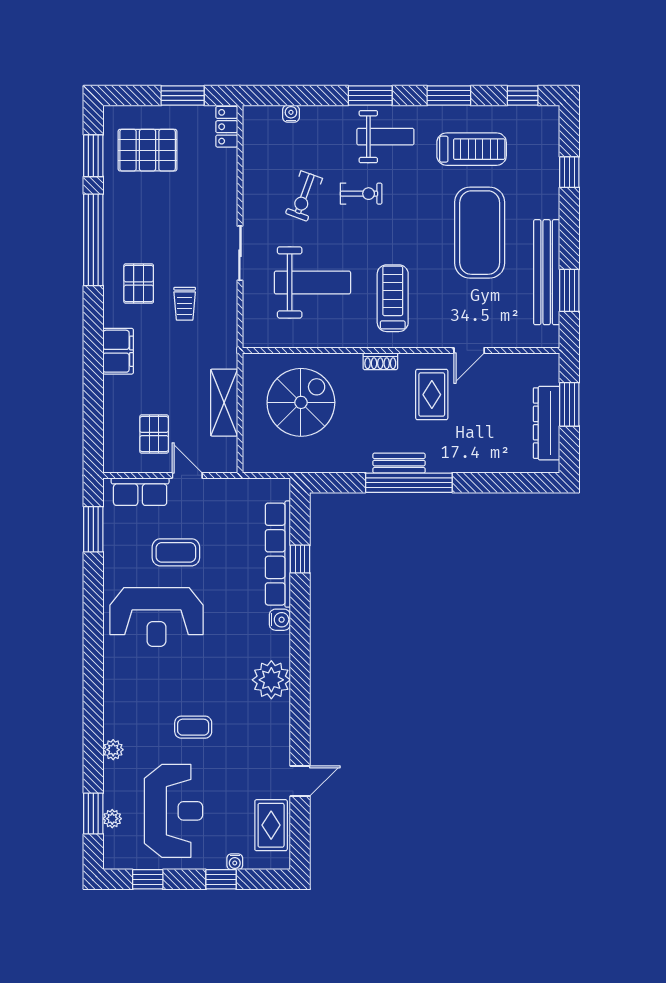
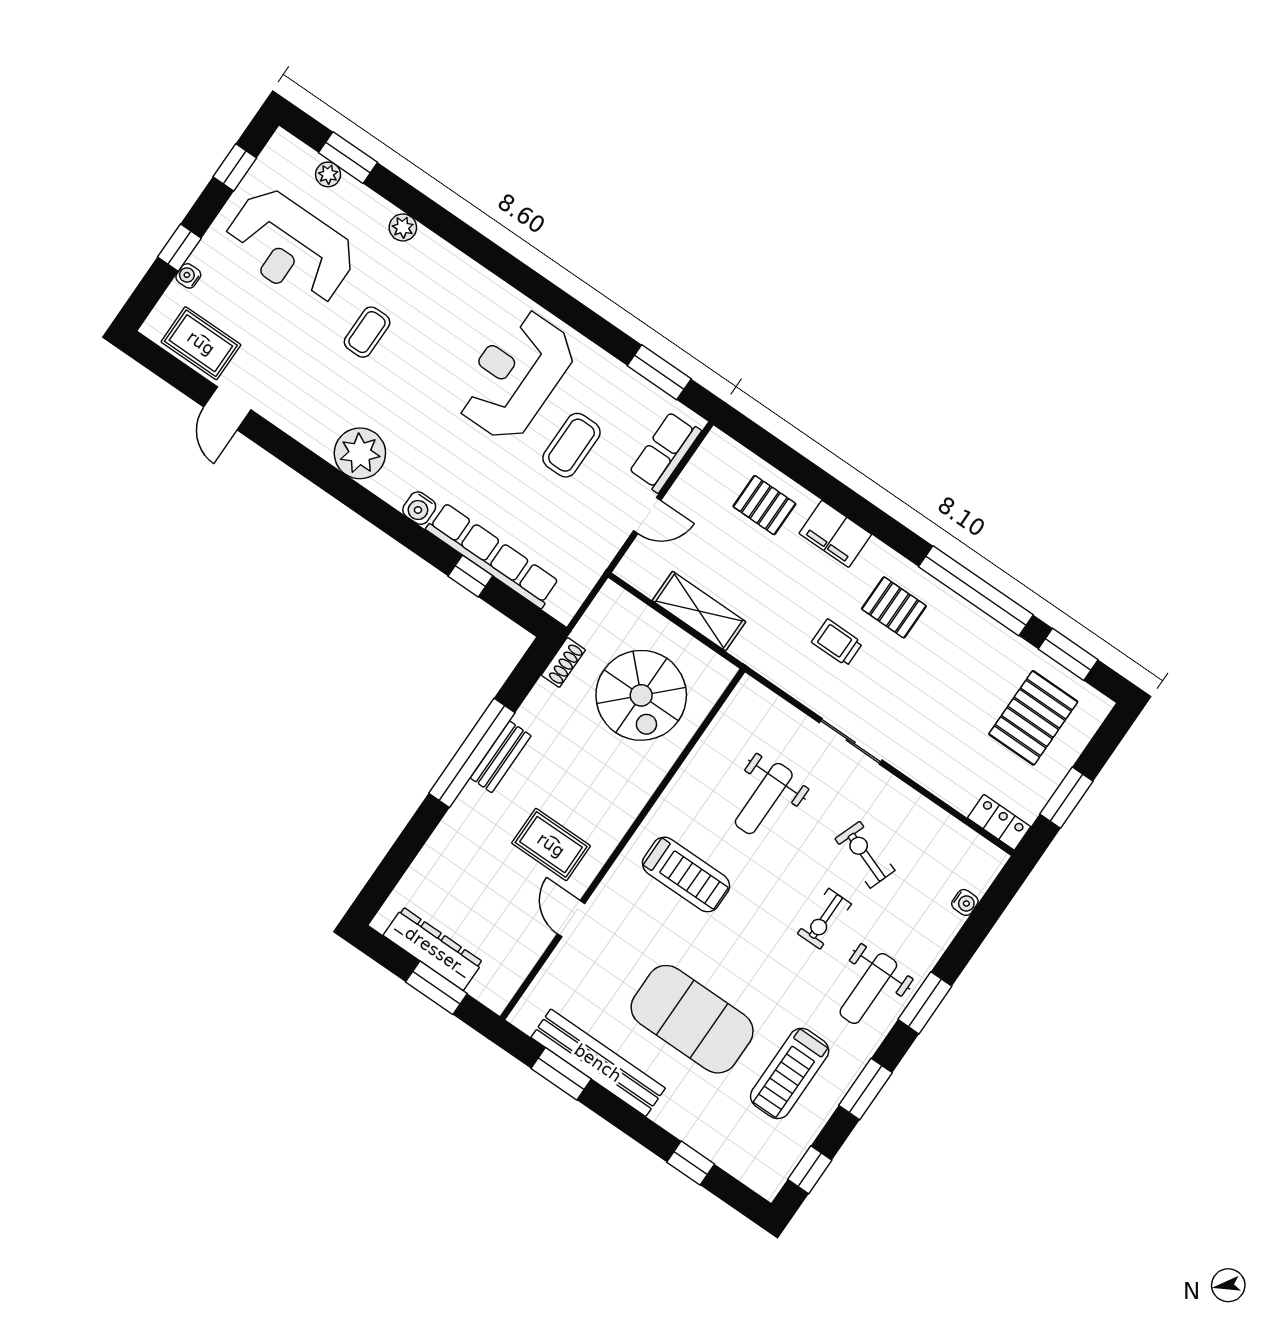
weight bench: (312, 282) -> (764, 799), width x0.73, depth x0.75
shoe rack: (380, 361) -> (563, 662), moved, turned 180
pallet: (154, 434) -> (764, 505), moved

